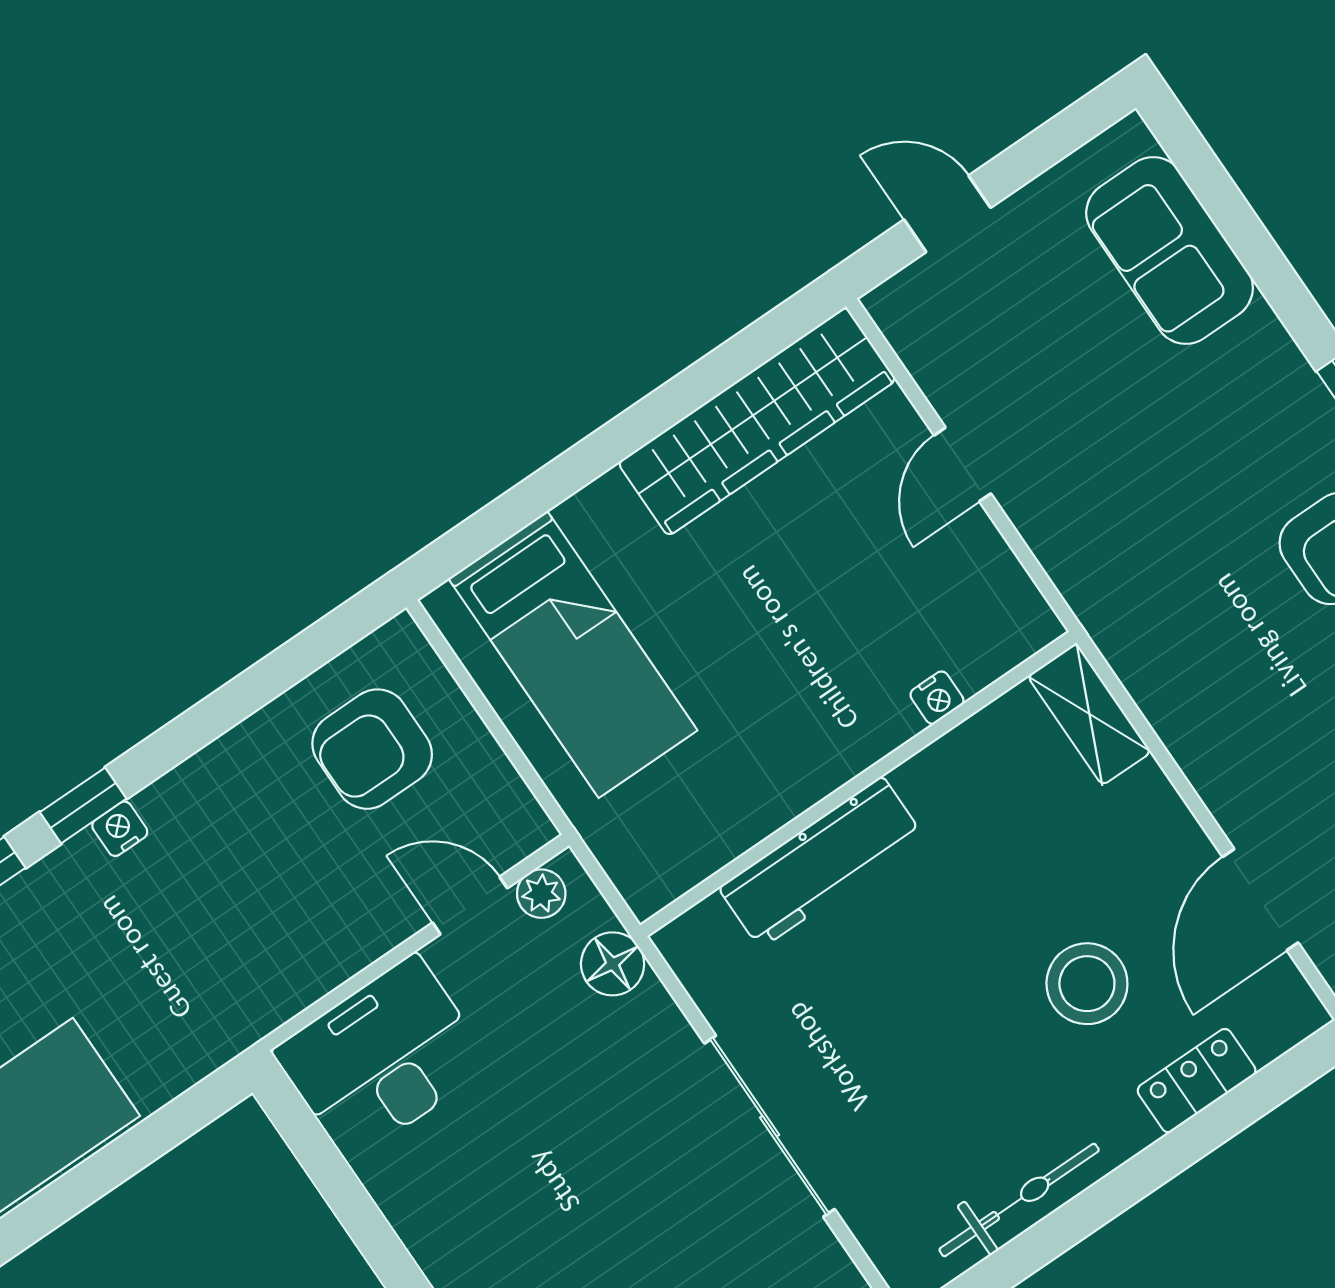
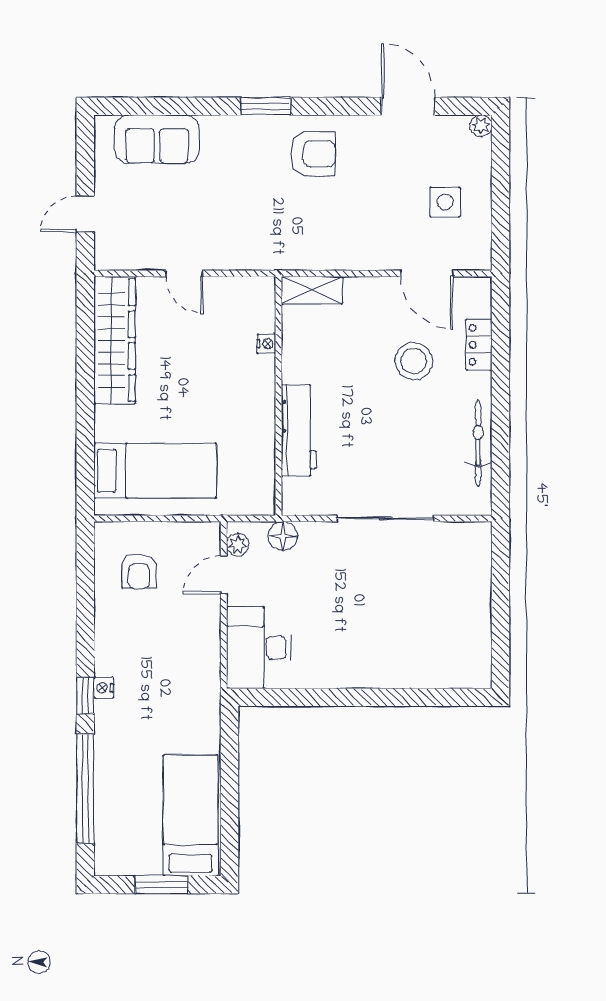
armchair: (372, 749) -> (139, 571), width x0.72, depth x0.72

